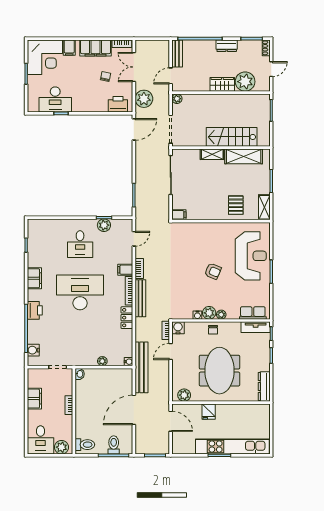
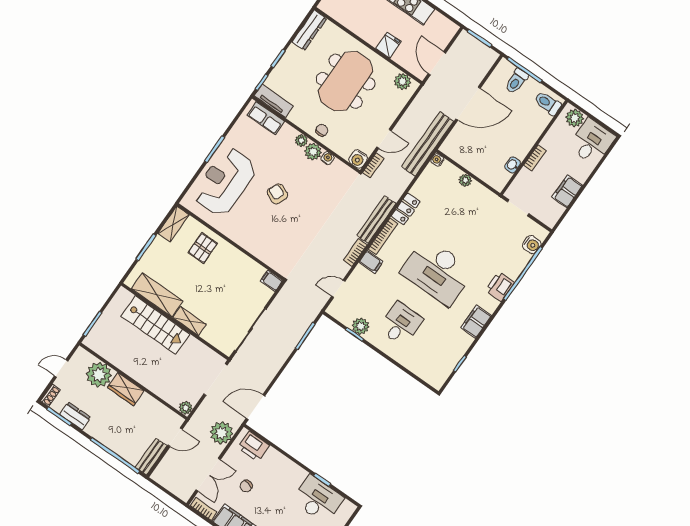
dresser: (227, 46) -> (75, 416), moved
washbasin: (80, 374) -> (513, 165), moved

